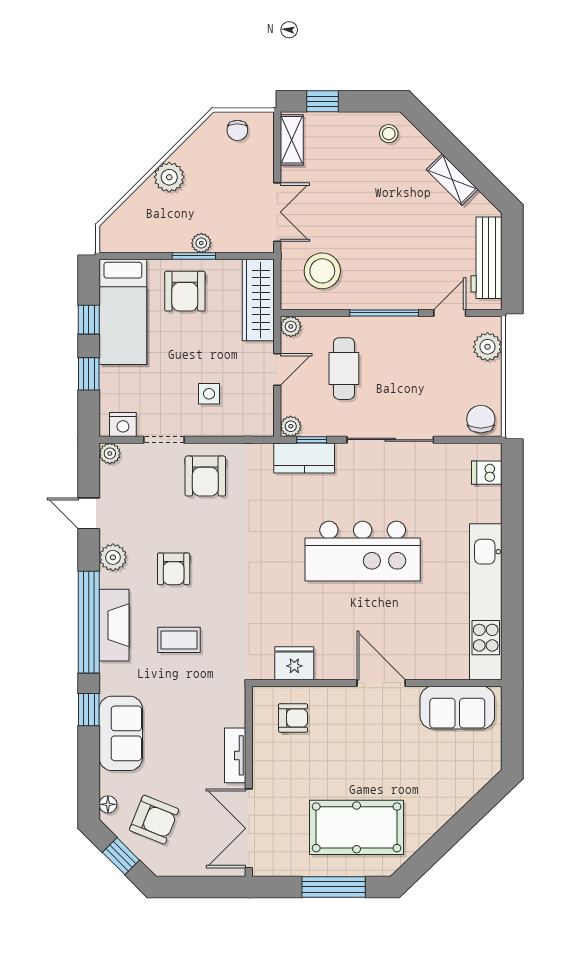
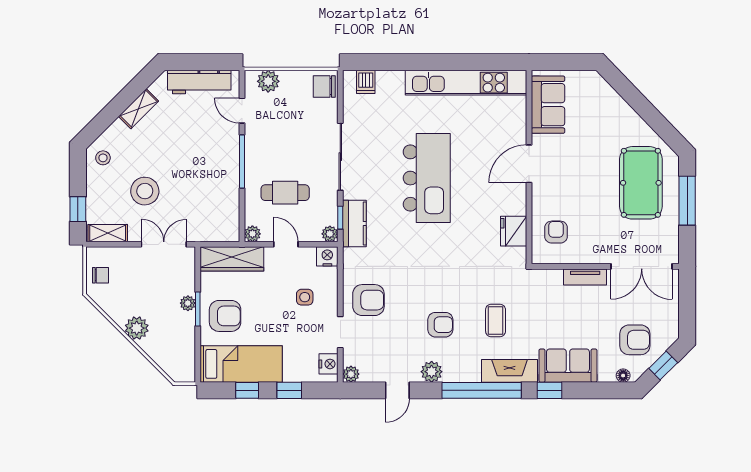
stool: (322, 271) -> (145, 191), moved
nightstand: (262, 423) -> (327, 256), added
fireplace: (114, 625) -> (510, 371), moved
armchair: (154, 820) -> (635, 340), turned 68

